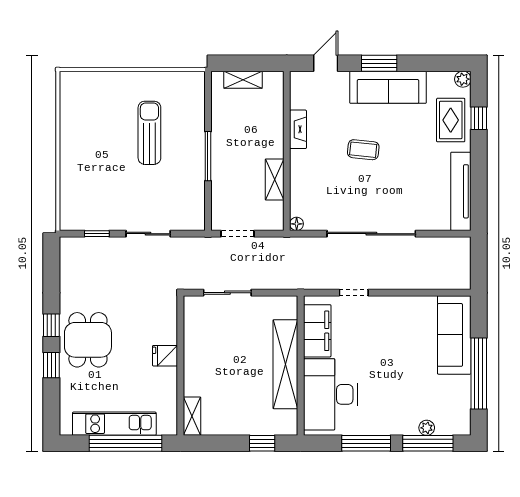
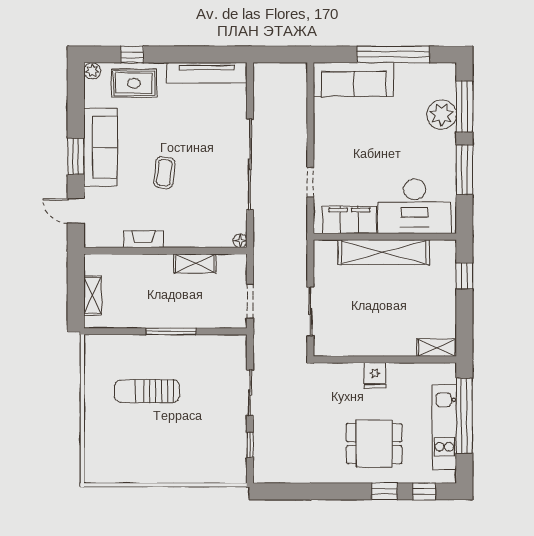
window: (51, 325) -> (424, 491), moved
dining table: (88, 340) -> (374, 444), moved
plant: (427, 428) -> (442, 115), width x1.88, depth x1.88

